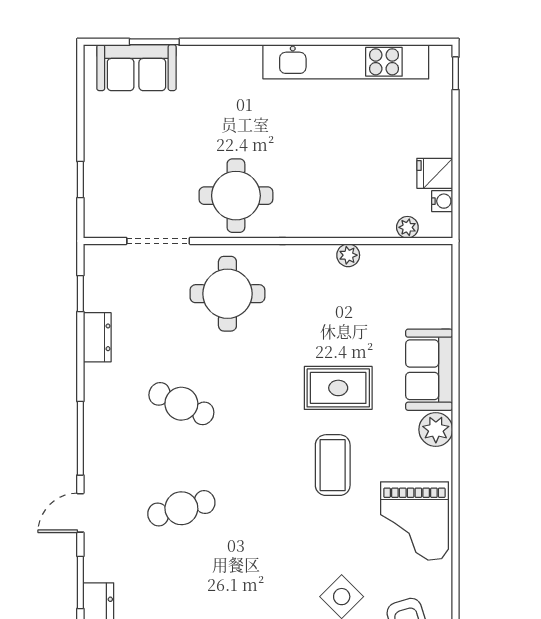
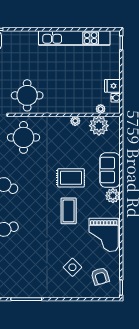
plant: (403, 266) -> (99, 126), added

